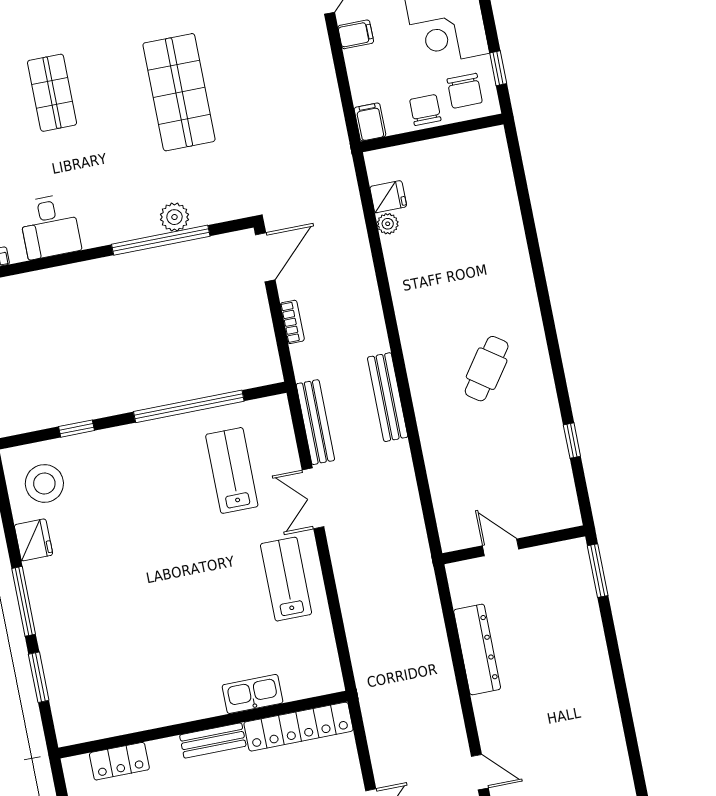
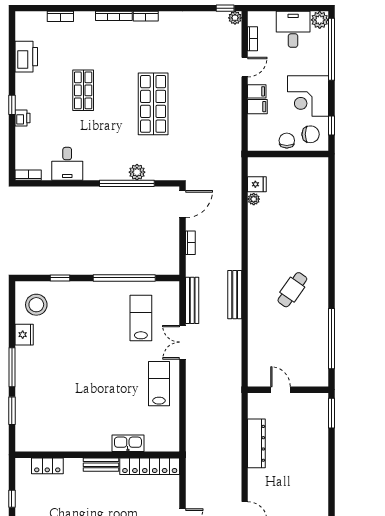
chair: (465, 91) -> (311, 134), turned -90
filing cabinet: (370, 122) -> (257, 107), moved, turned 90
window: (572, 441) -> (331, 339), width x3.17

